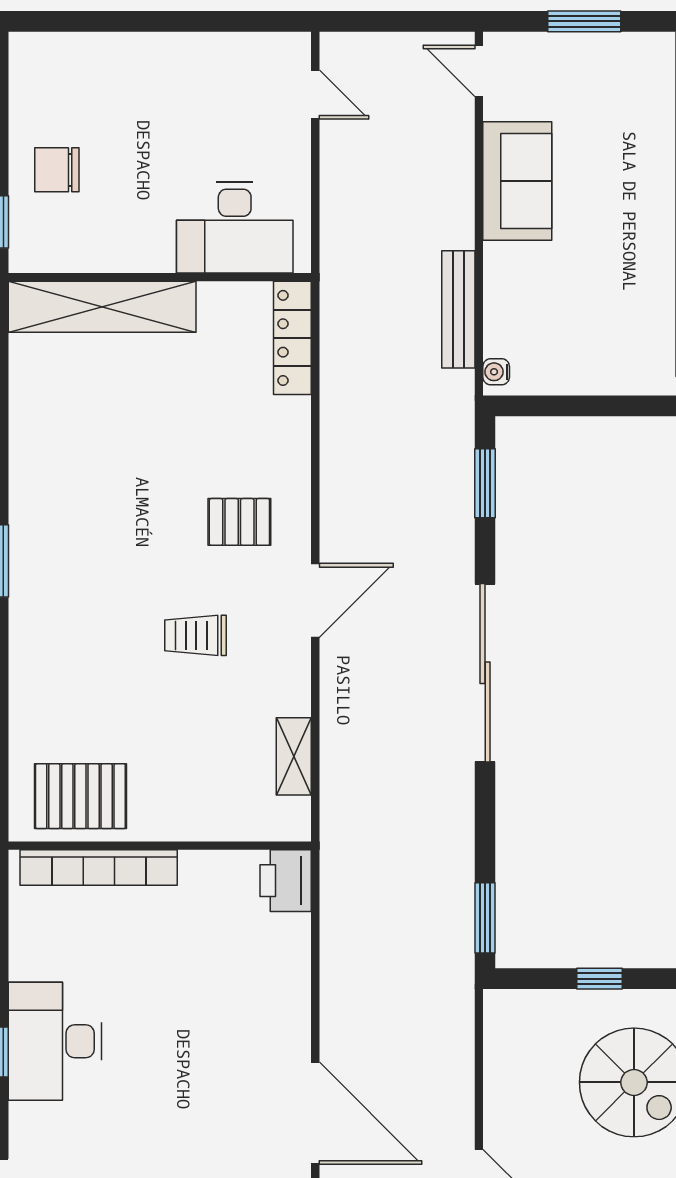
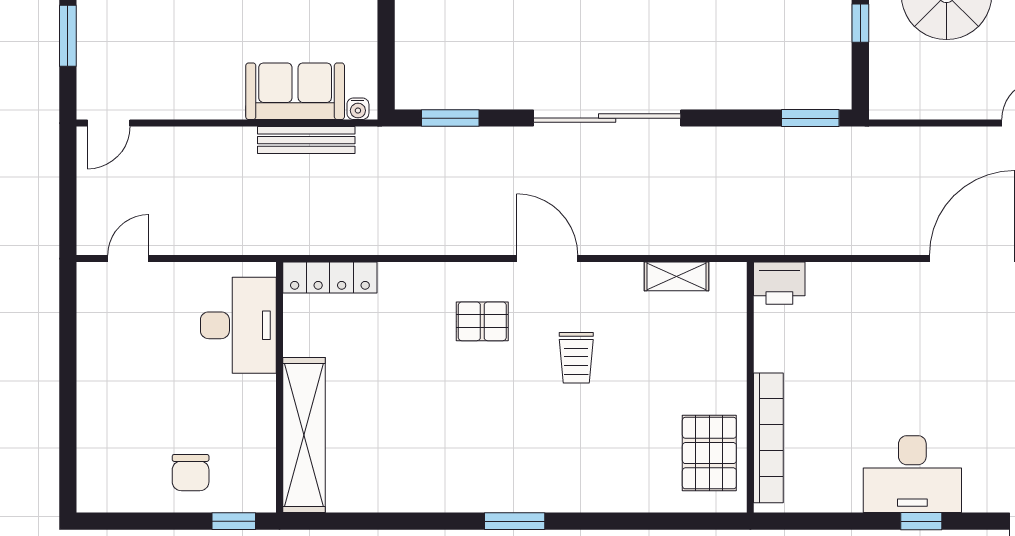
sofa: (517, 181) -> (295, 91), moved
pallet: (239, 522) -> (482, 321), turned 90

